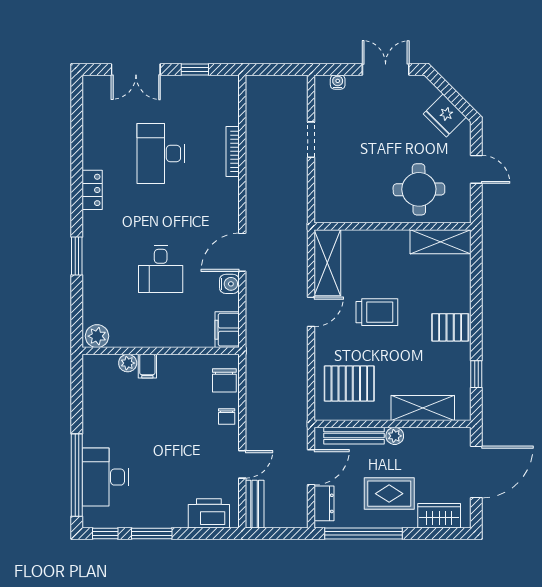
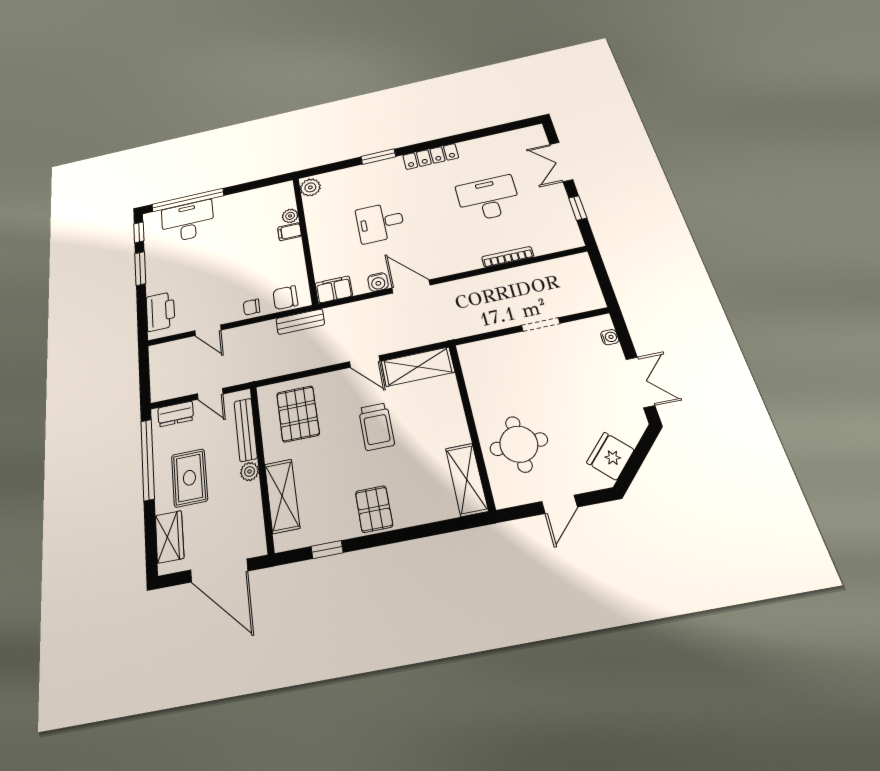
locker: (92, 190) -> (431, 156), width x1.53
door: (311, 467) -> (210, 394), width x0.73
bench: (255, 504) -> (300, 322), moved

